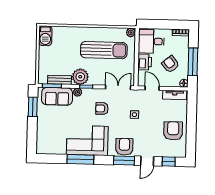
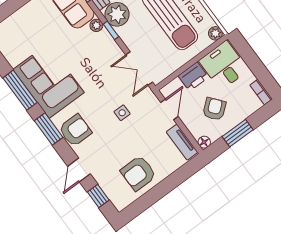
window: (193, 62) -> (238, 133), width x0.69
double door: (118, 87) -> (139, 69), swing flipped
armchair: (102, 108) -> (99, 69), removed
armchair: (173, 131) -> (138, 173), turned 180
window: (124, 160) -> (49, 129), moved
door: (147, 161) -> (79, 170), hinge flipped

